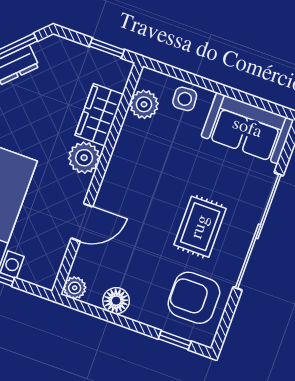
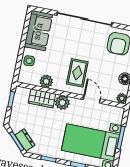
plant: (144, 104) -> (46, 81), moved
rug: (200, 227) -> (77, 73), moved, turned 90

